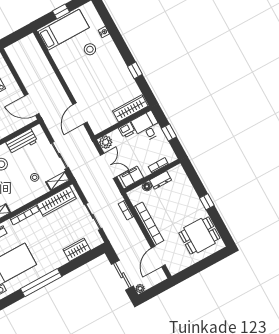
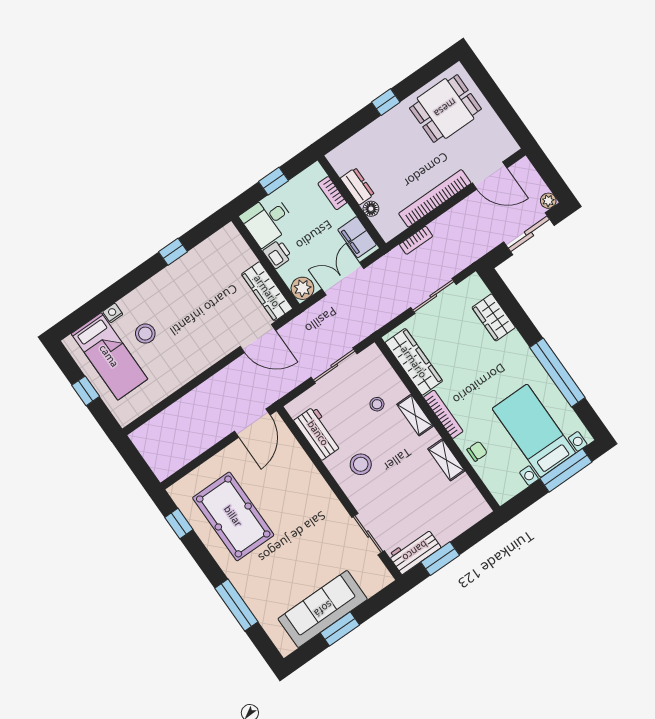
bed: (64, 30) -> (109, 356), moved, turned 180
wardrobe: (130, 108) -> (267, 291), moved
shelving: (58, 181) -> (415, 415), moved
dining table: (199, 236) -> (445, 108), turned 90

